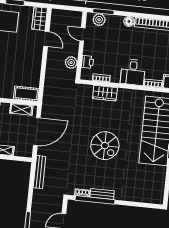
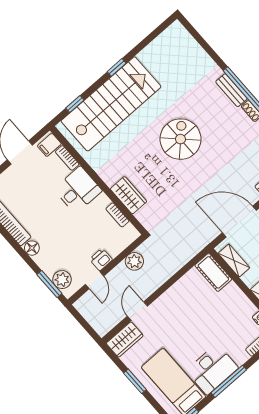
printer: (87, 62) -> (101, 259), moved

